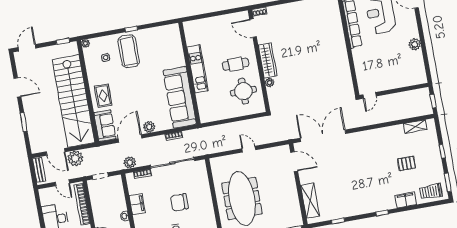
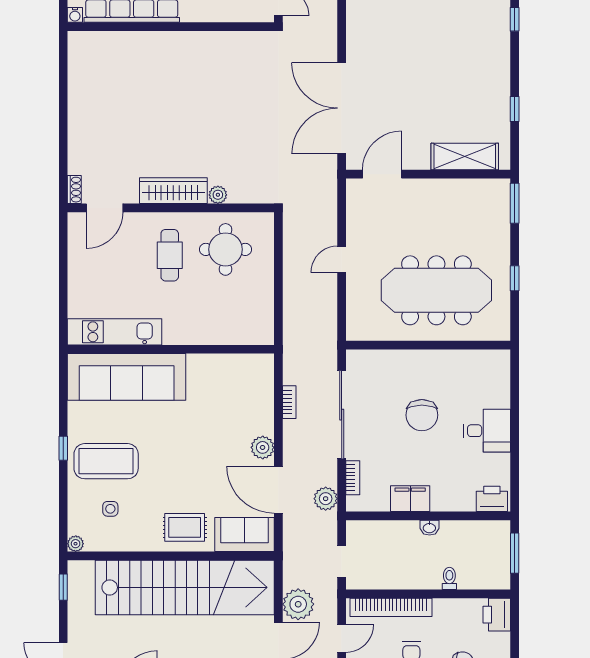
kitchen unit: (198, 69) -> (114, 332), moved
sofa: (180, 97) -> (127, 377), moved

